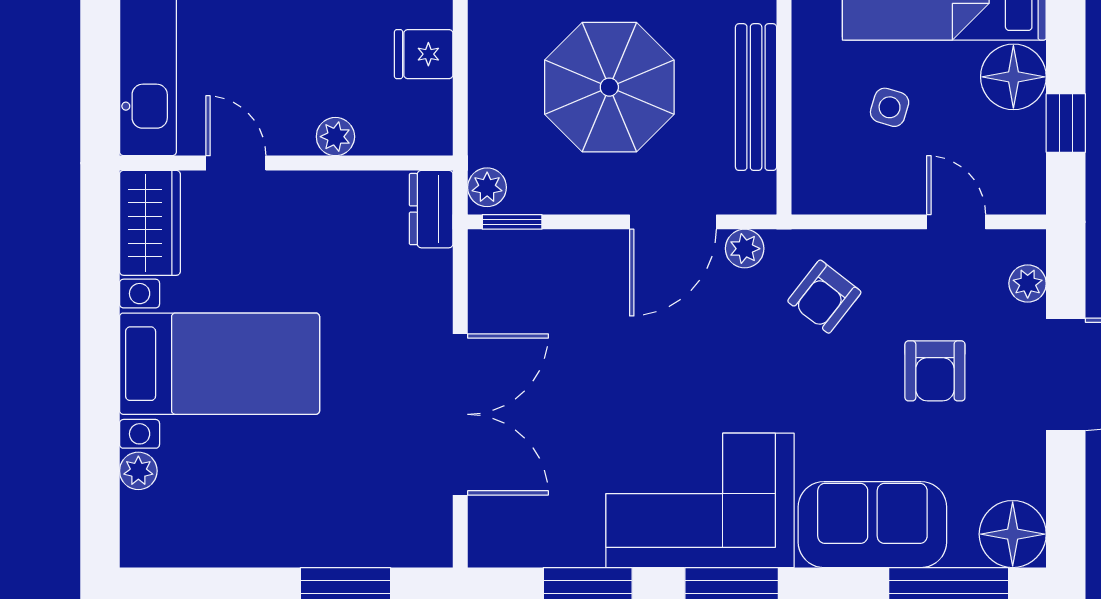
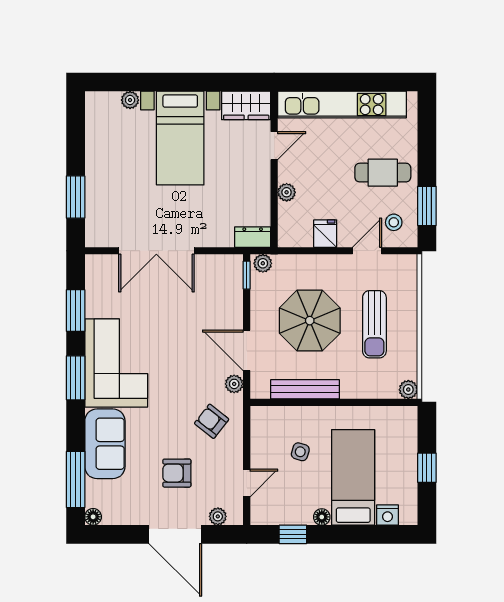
floor lamp: (1013, 77) -> (322, 517), width x0.53, depth x0.53
floor lamp: (1013, 534) -> (93, 517), width x0.53, depth x0.53

